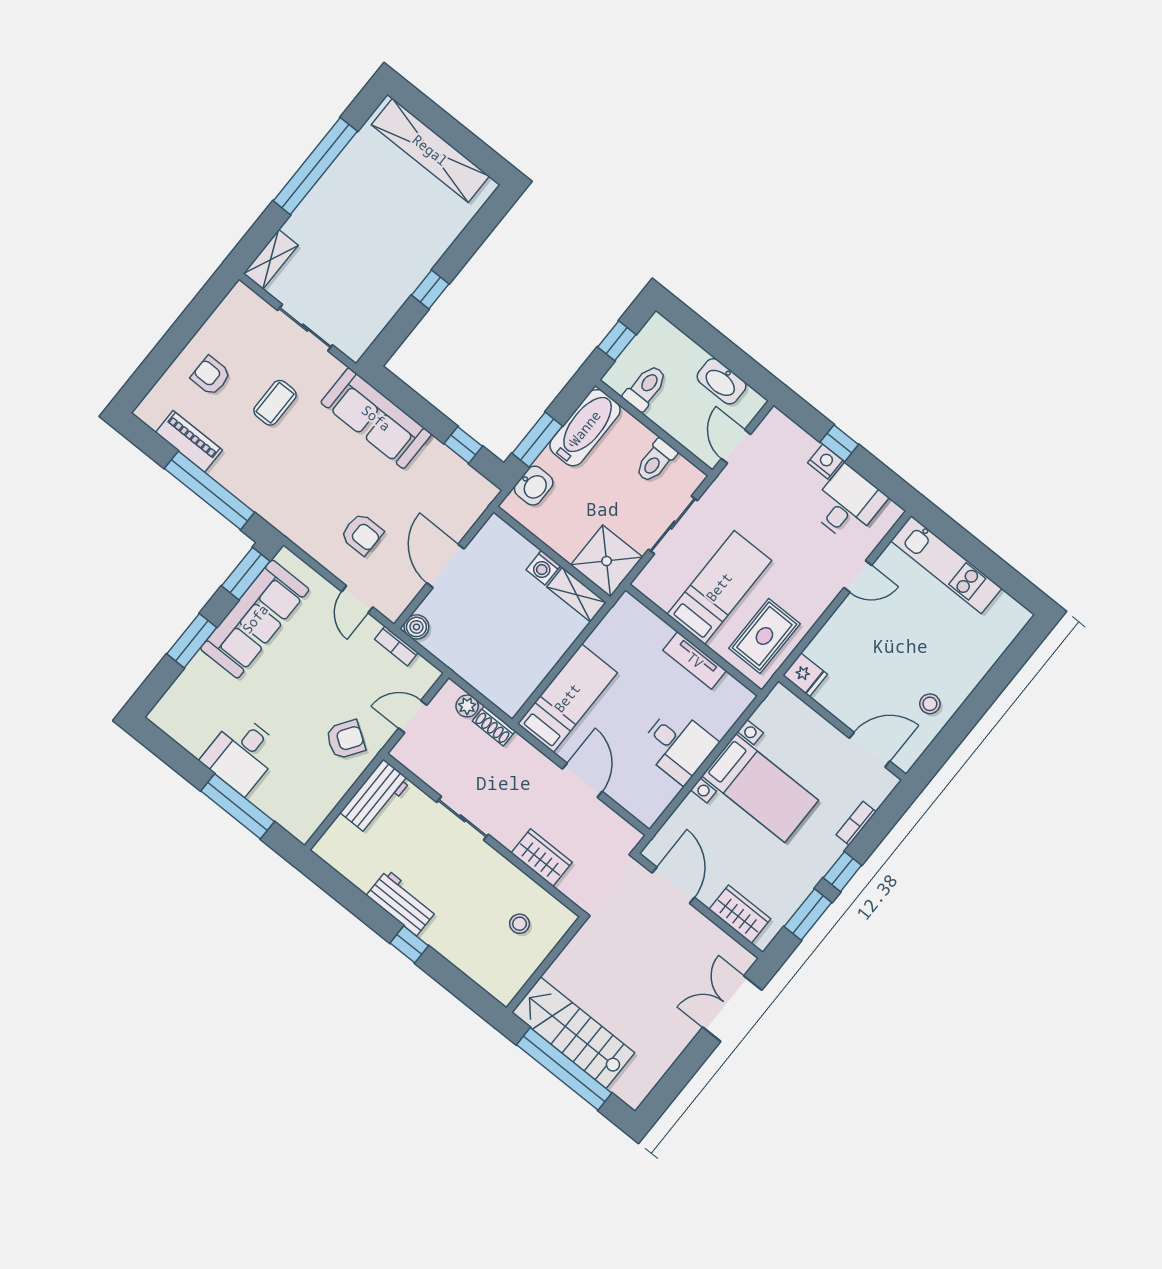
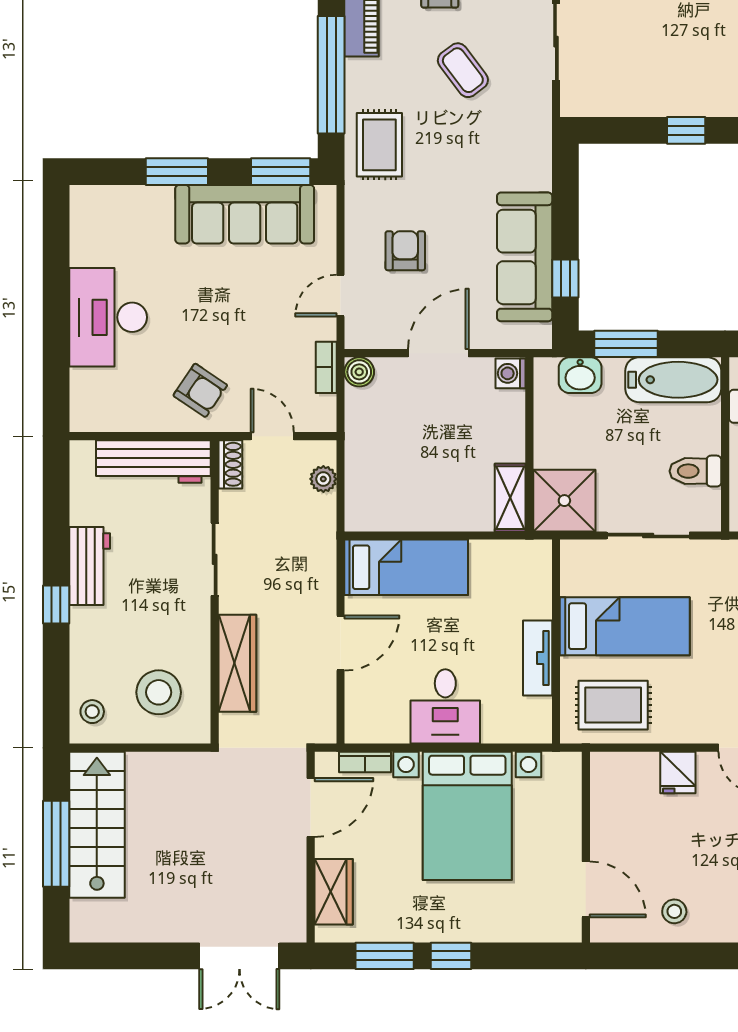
coffee table: (275, 403) -> (463, 70), turned 53
sofa: (376, 418) -> (525, 257), moved
rug: (280, 496) -> (379, 145), added
armchair: (362, 534) -> (405, 251), turned 180
washing machine: (543, 568) -> (511, 373), moved
fridge: (805, 675) -> (678, 772), moved
shoe rack: (494, 726) -> (230, 464), moved, turned 180
desk: (242, 754) -> (108, 317), width x1.37
bed with nightstands: (760, 788) -> (467, 816), width x1.36
workbench: (375, 797) -> (153, 462), width x1.38
window: (238, 806) -> (56, 339), removed
bookcase: (856, 823) -> (365, 762), moved, turned 180
wardrobe: (542, 858) -> (237, 663), width x1.50
stool: (520, 924) -> (159, 692), width x1.89, depth x1.89
stool: (497, 977) -> (92, 712), added
double door: (732, 1009) -> (239, 956), swing flipped
window: (564, 1069) -> (56, 844), width x0.68

